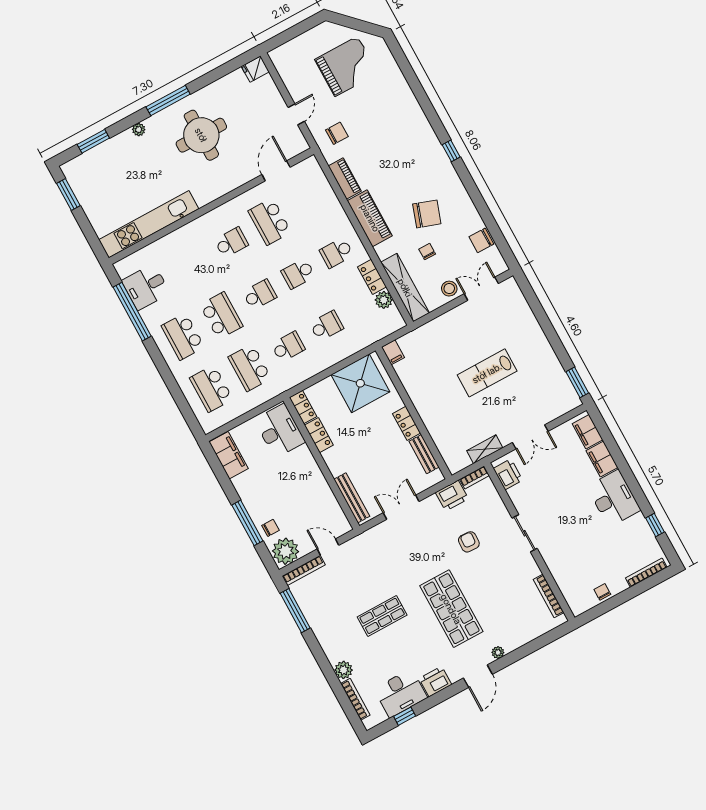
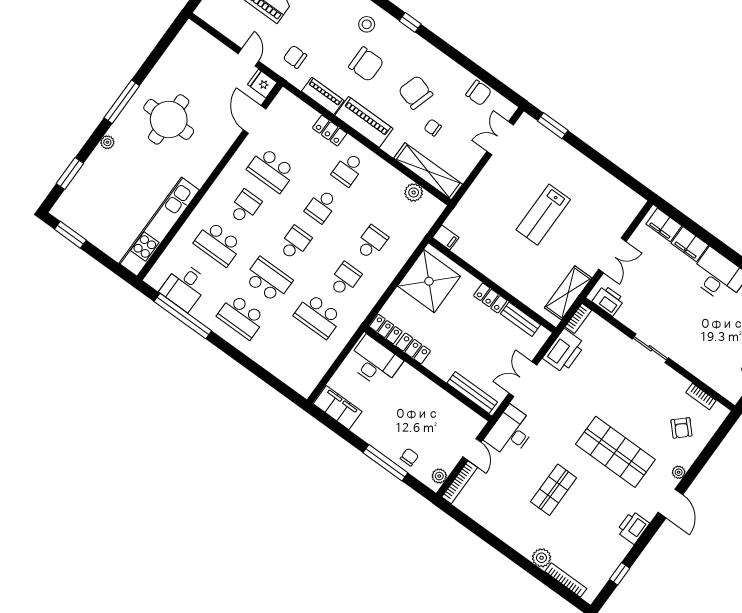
fridge: (255, 69) -> (262, 84), moved, turned 90
chair: (337, 133) -> (295, 57), turned -90
chair: (396, 169) -> (366, 64), added
chair: (427, 214) -> (416, 92), turned -92
chair: (481, 240) -> (479, 93), turned -90
locker: (372, 277) -> (330, 131), moved
stool: (449, 289) -> (367, 24), moved
window: (577, 382) -> (553, 126), moved
school desk: (211, 389) -> (218, 244), moved
shelving: (485, 449) -> (568, 293), width x1.50, depth x1.33
printer: (452, 496) -> (564, 351), width x1.37, depth x1.19
armchair: (469, 542) -> (681, 428), moved, turned -136
door: (328, 547) -> (472, 449), swing flipped
plant: (286, 551) -> (439, 476), width x0.53, depth x0.53
bookcase: (549, 596) -> (701, 396), width x0.64
window: (295, 611) -> (470, 524), removed
desk: (401, 693) -> (511, 432), moved, turned 180

